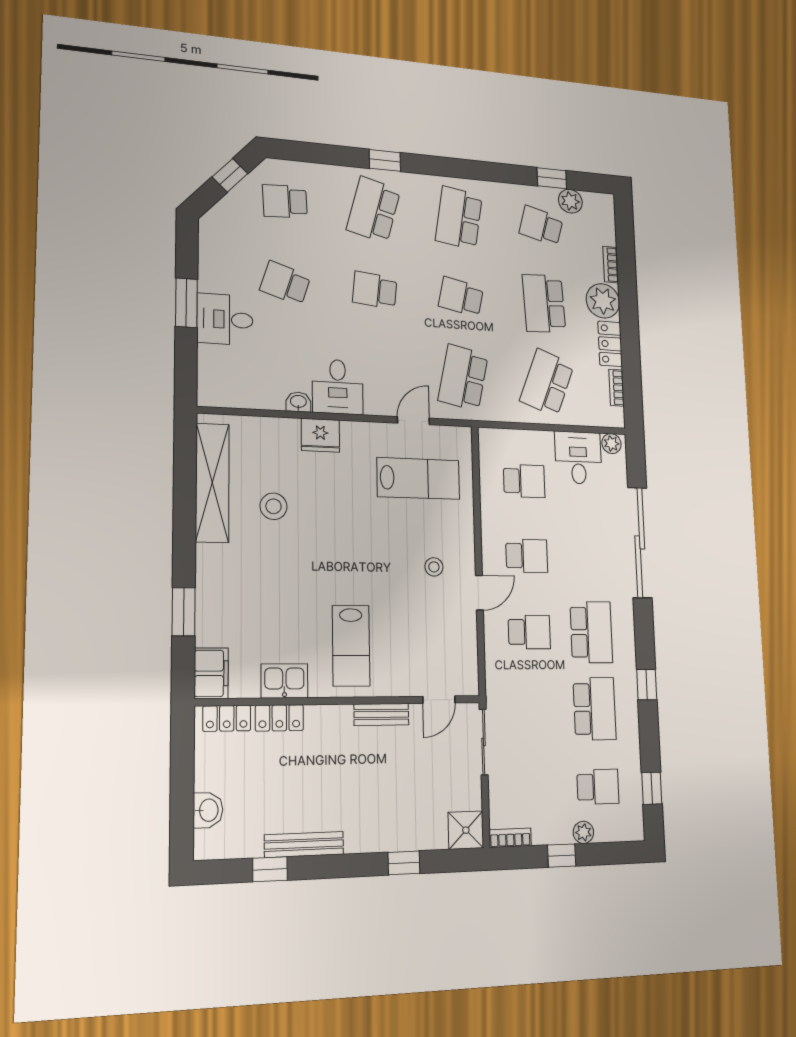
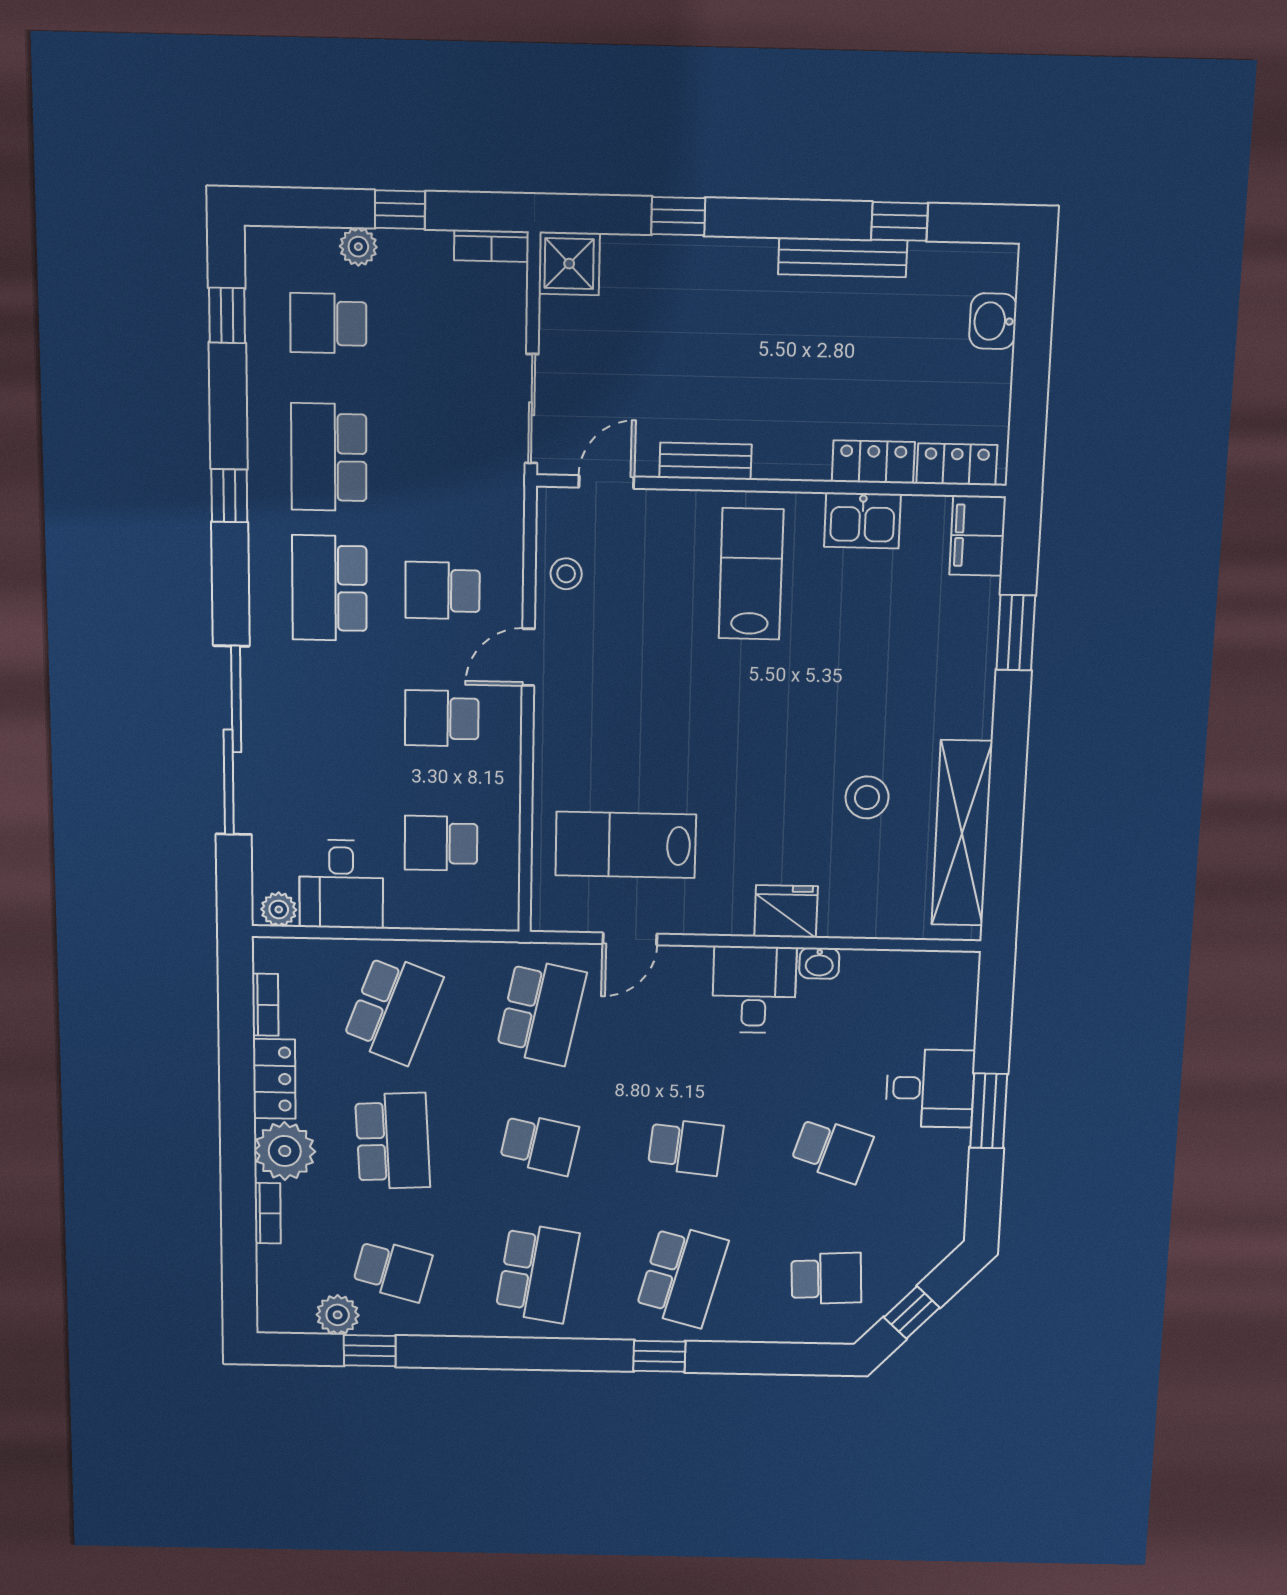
stool: (434, 567) -> (566, 574), moved

